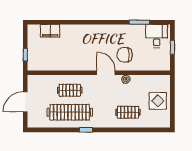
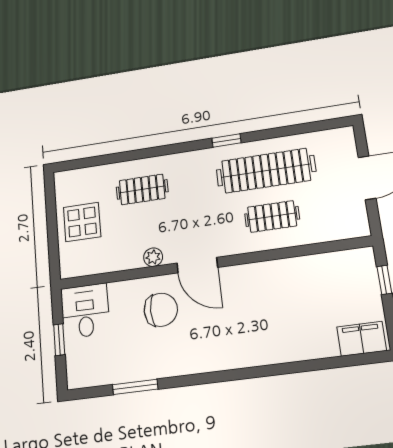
filing cabinet: (50, 31) -> (362, 339), moved
desk: (157, 36) -> (85, 311), moved, turned 180

